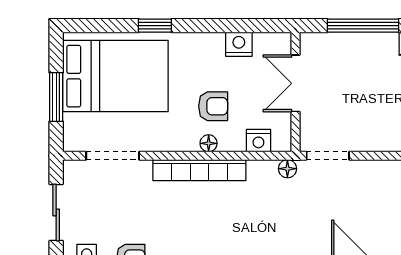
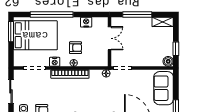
window: (155, 26) -> (52, 14), width x3.17
double door: (296, 83) -> (110, 38), swing flipped
window: (56, 97) -> (11, 32), moved
nightstand: (258, 141) -> (55, 62), moved

